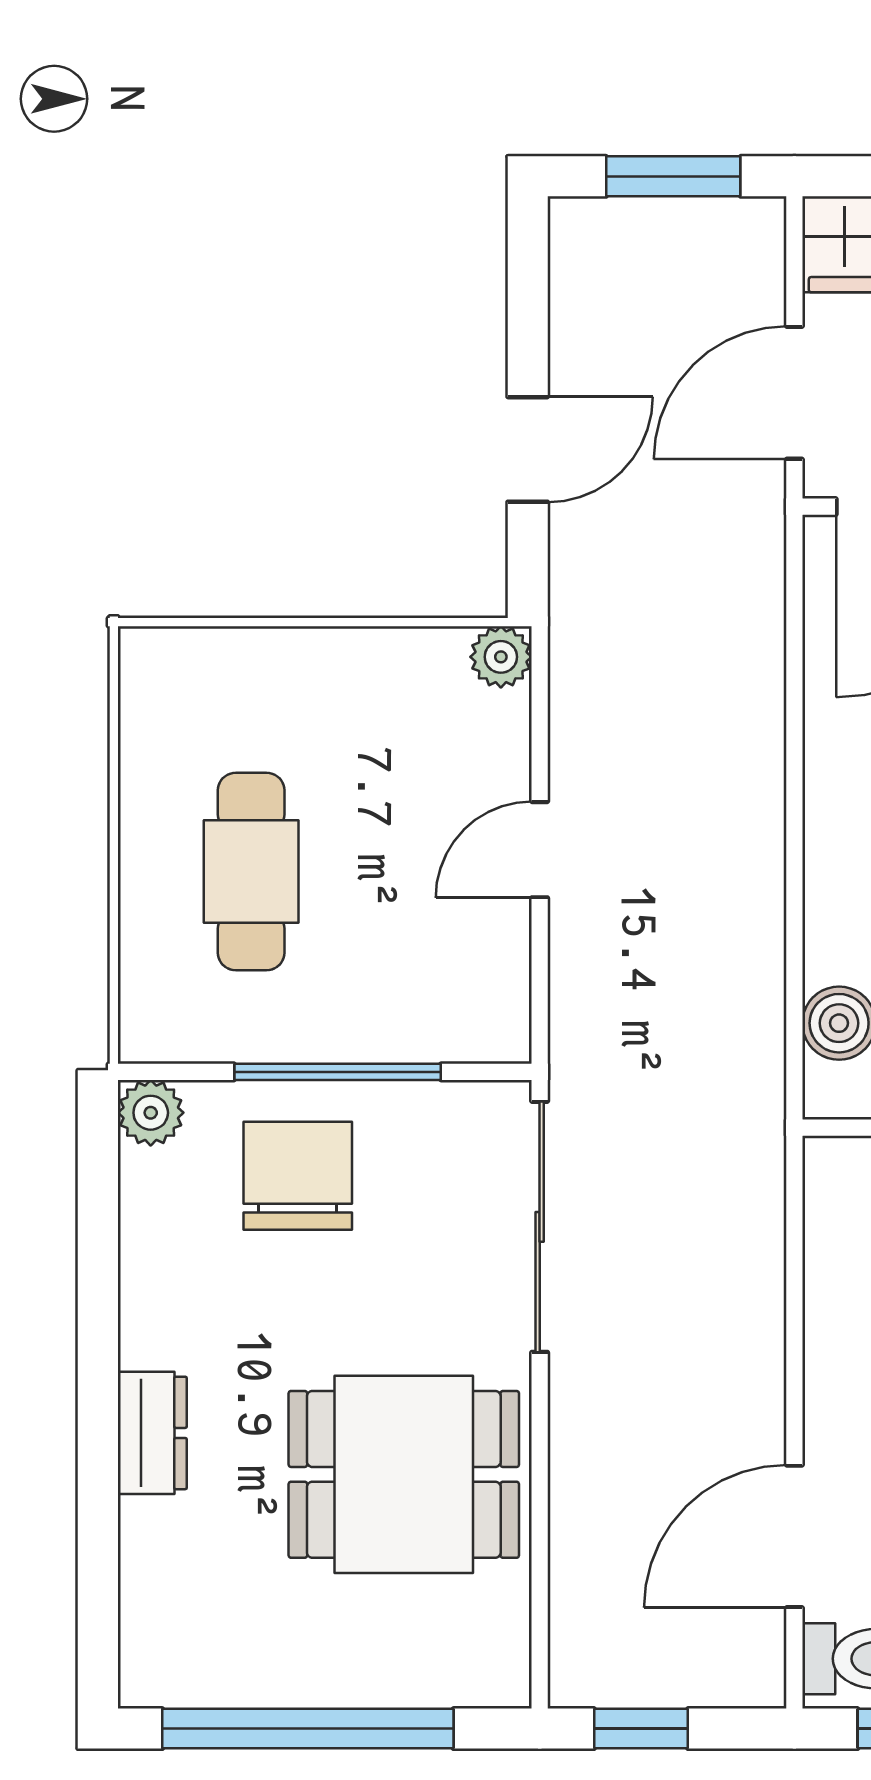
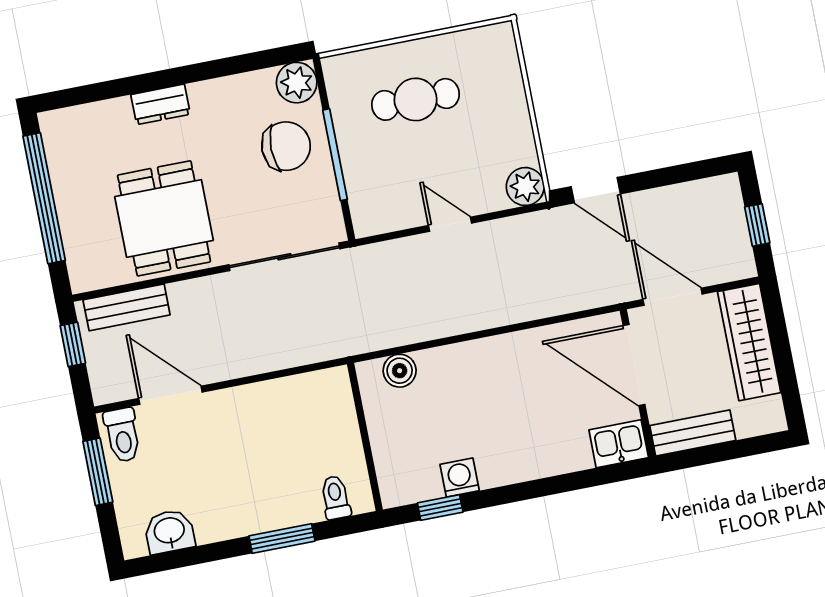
window: (673, 176) -> (757, 225), width x0.67
door: (528, 449) -> (596, 190), moved
plant: (501, 657) -> (525, 187), width x1.38, depth x1.38
plant: (151, 1113) -> (297, 83), width x1.38, depth x1.38
bench: (583, 1595) -> (127, 307), added

